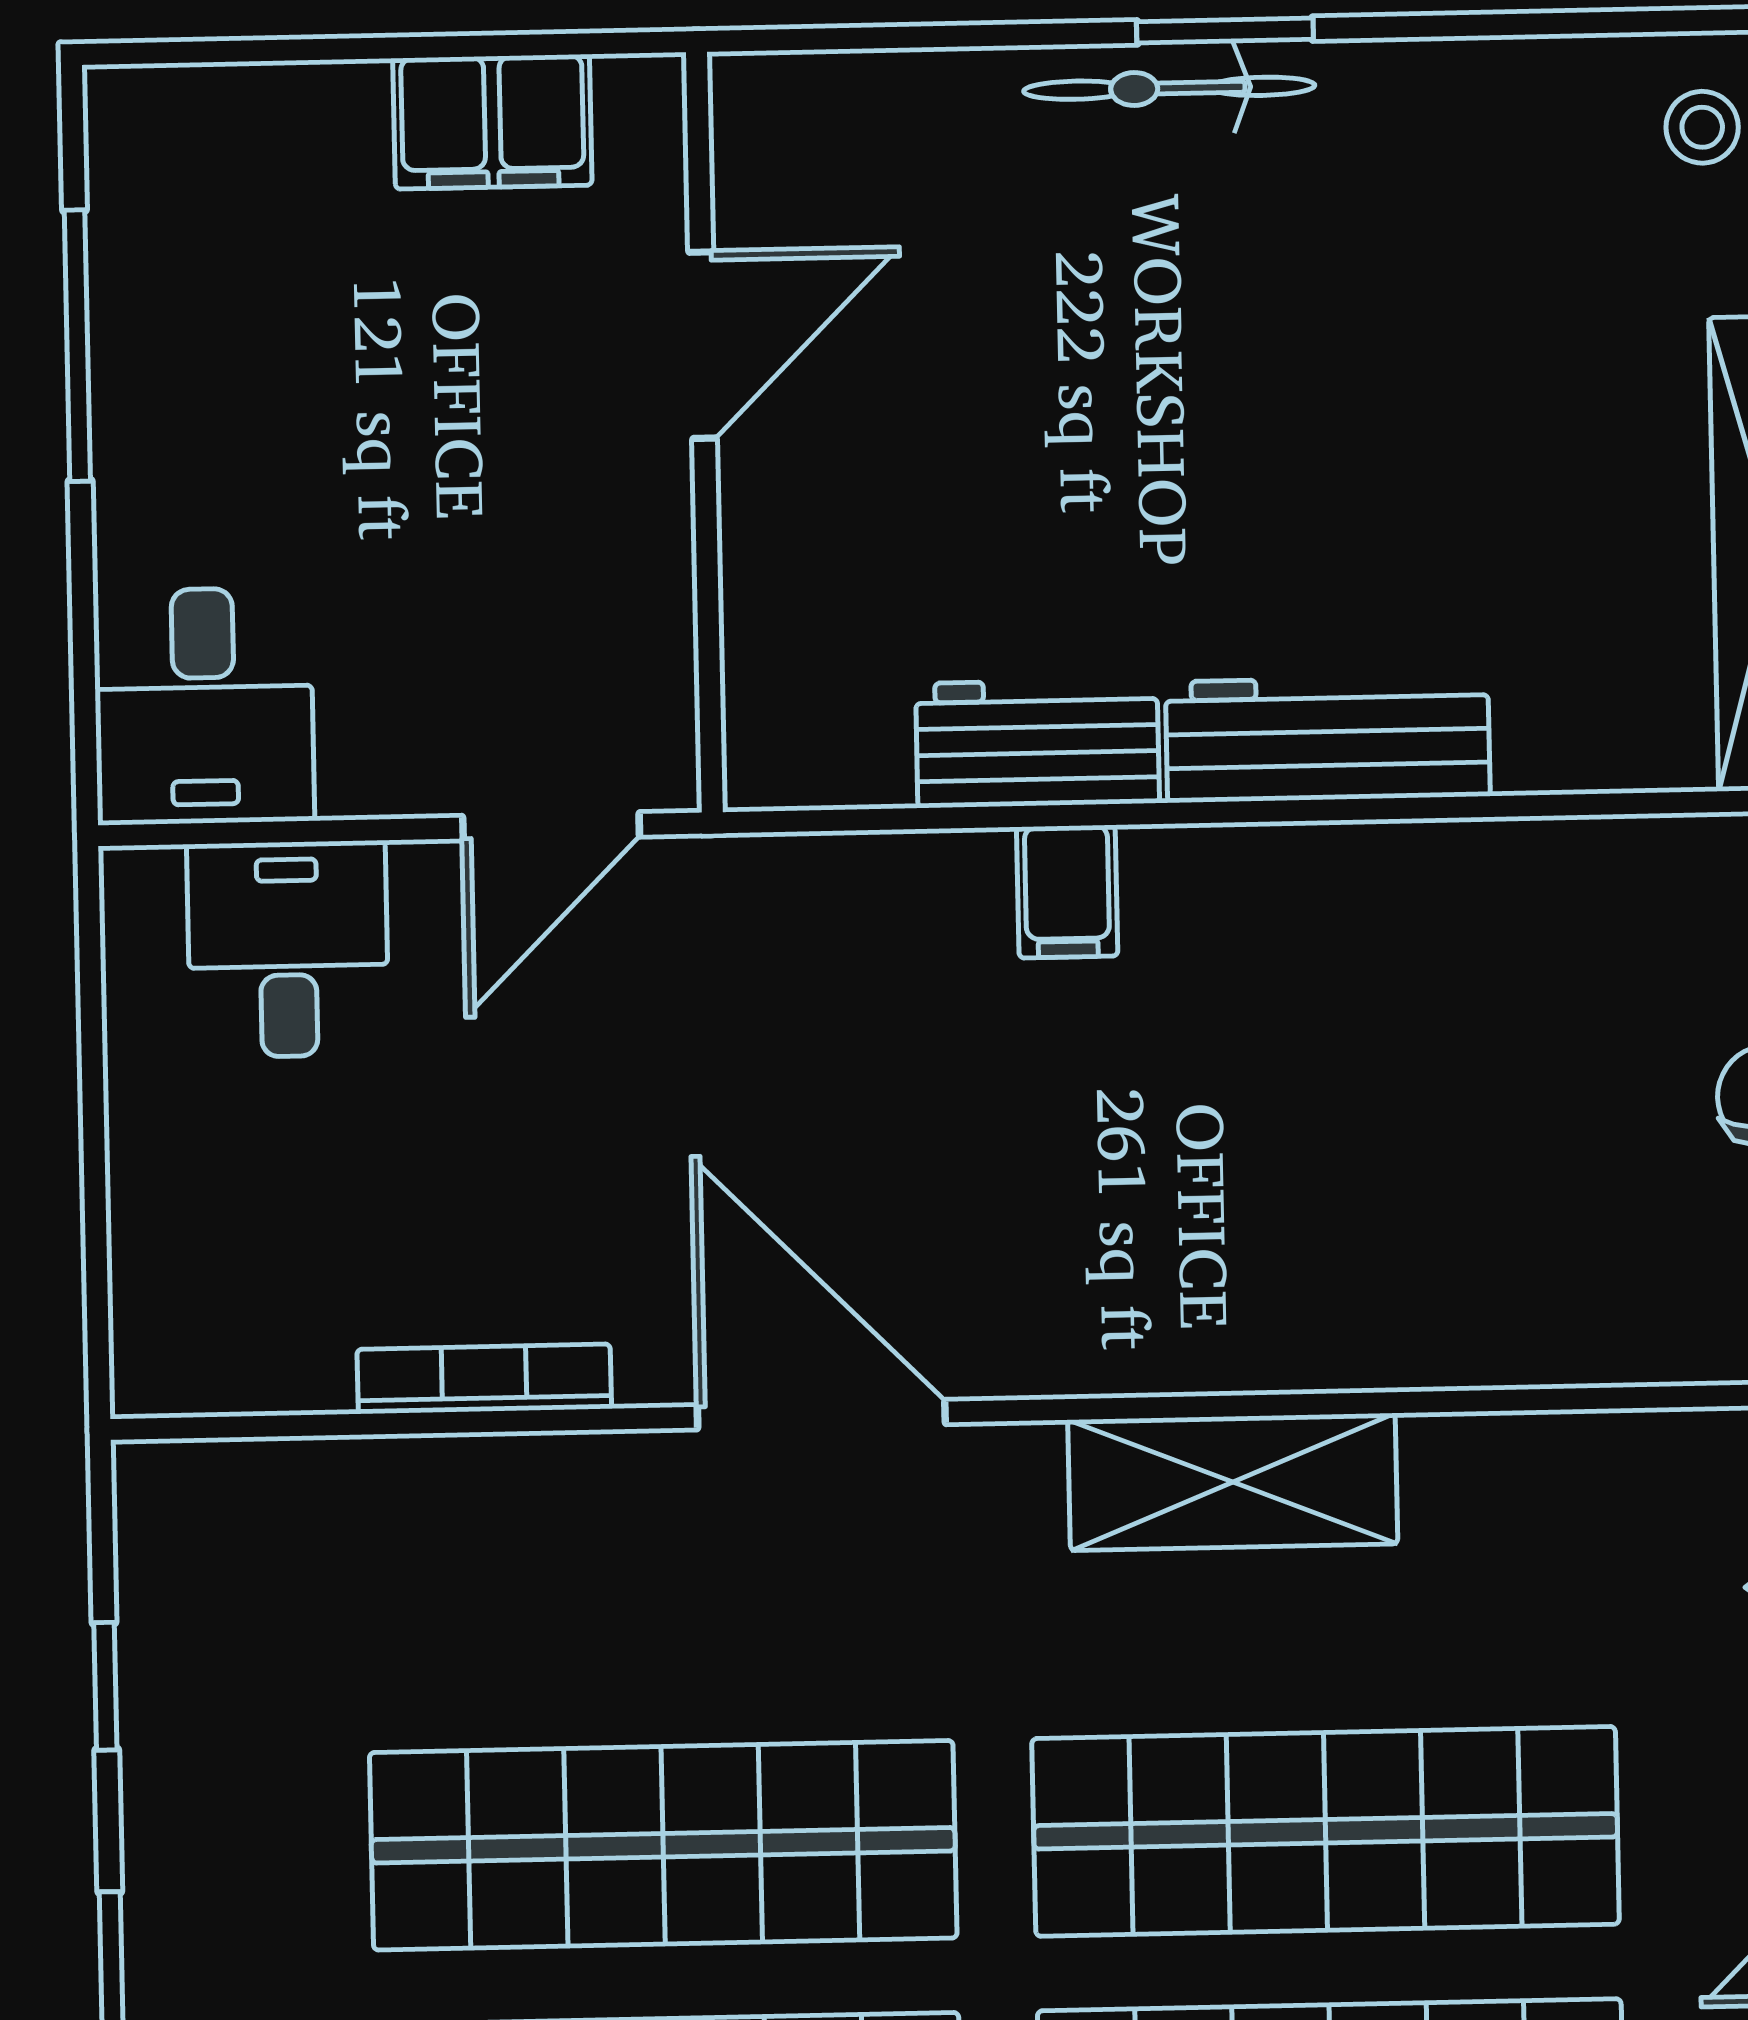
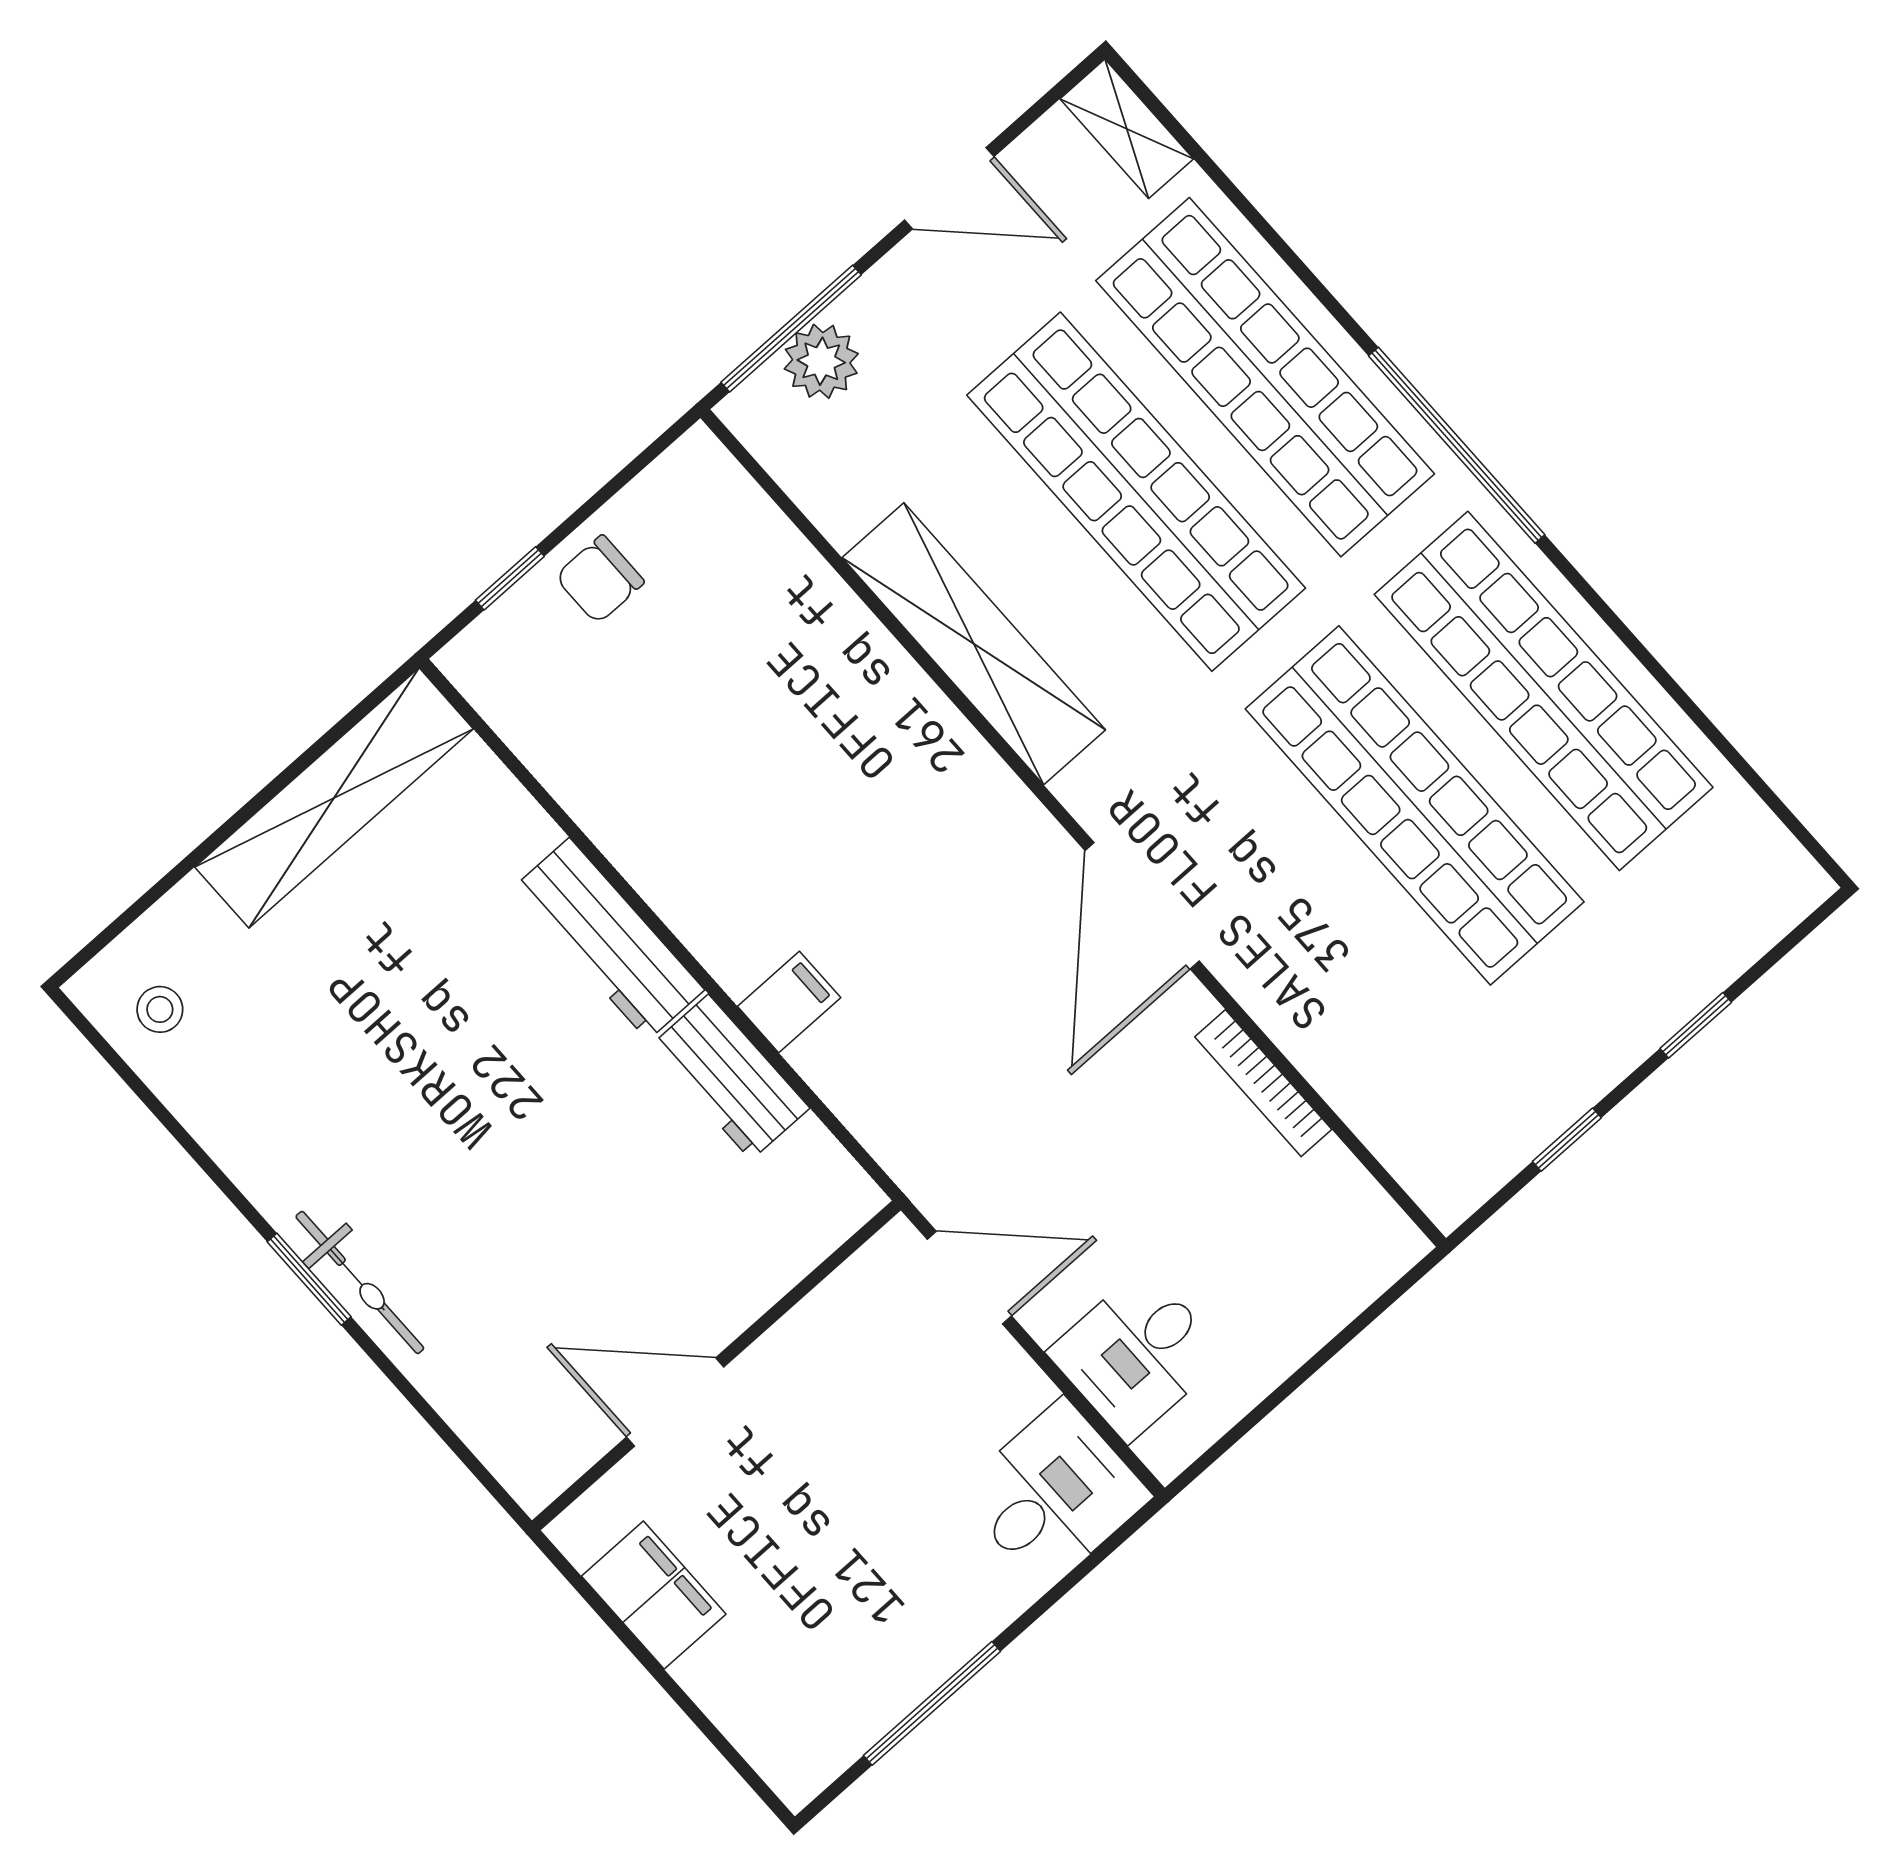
shelving: (1233, 1482) -> (974, 644), width x1.47

